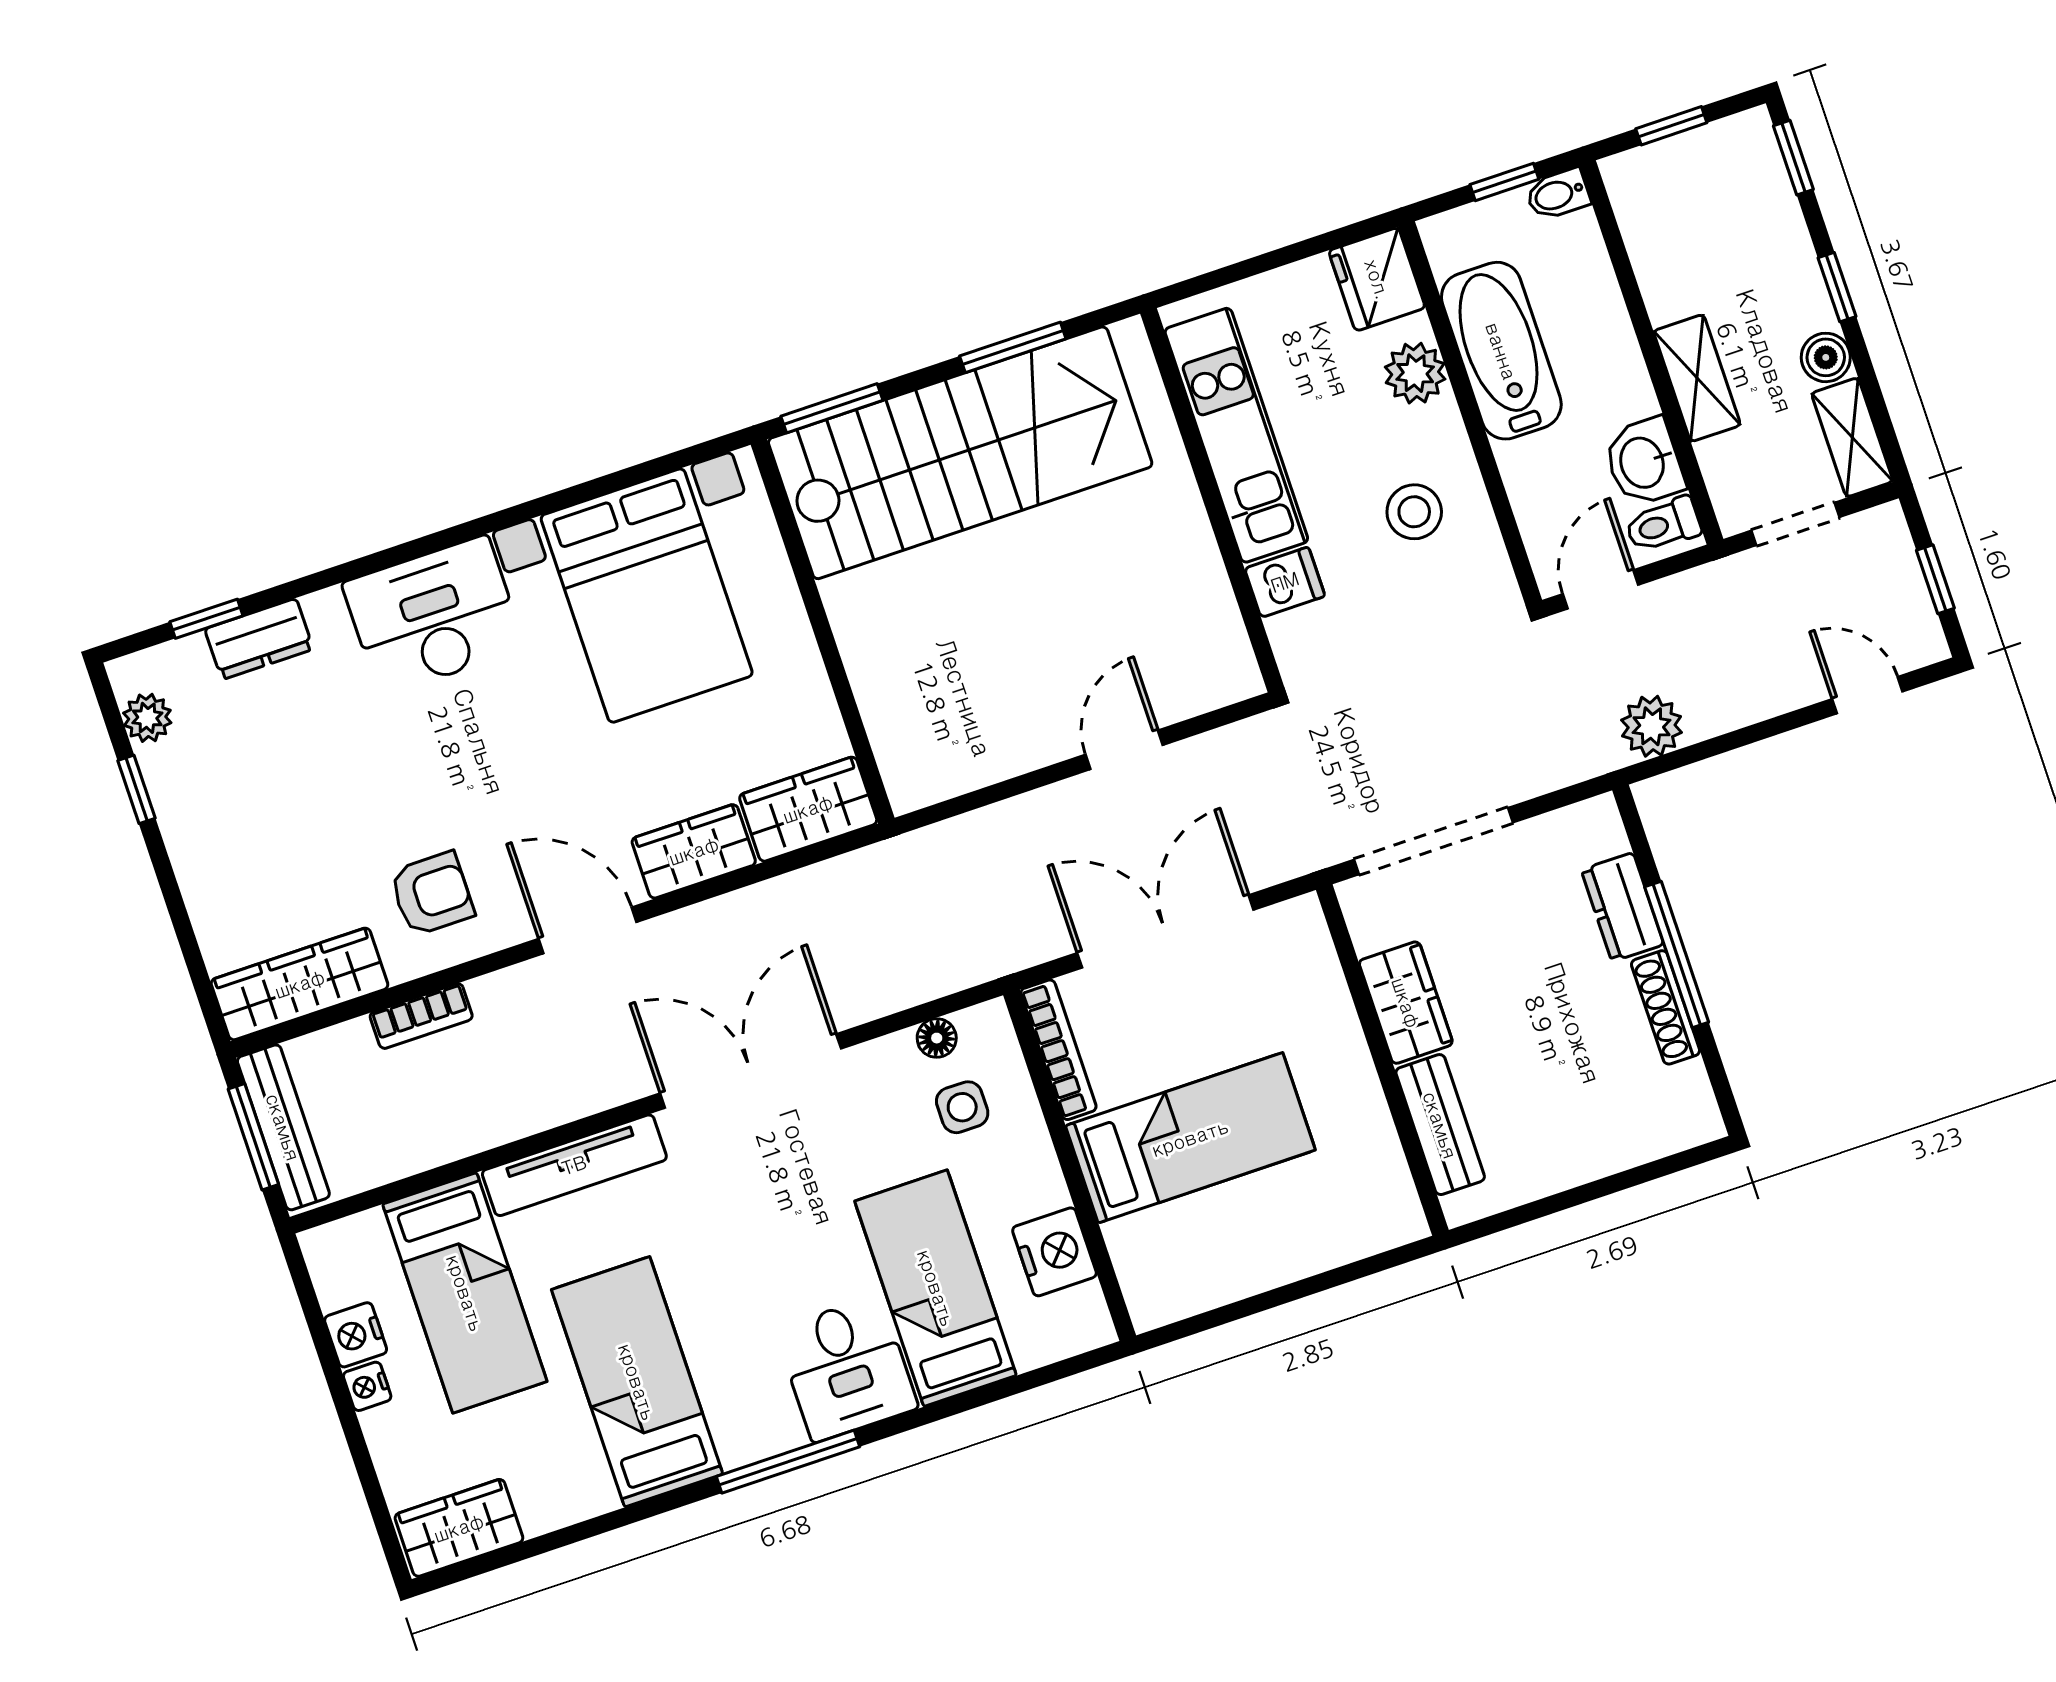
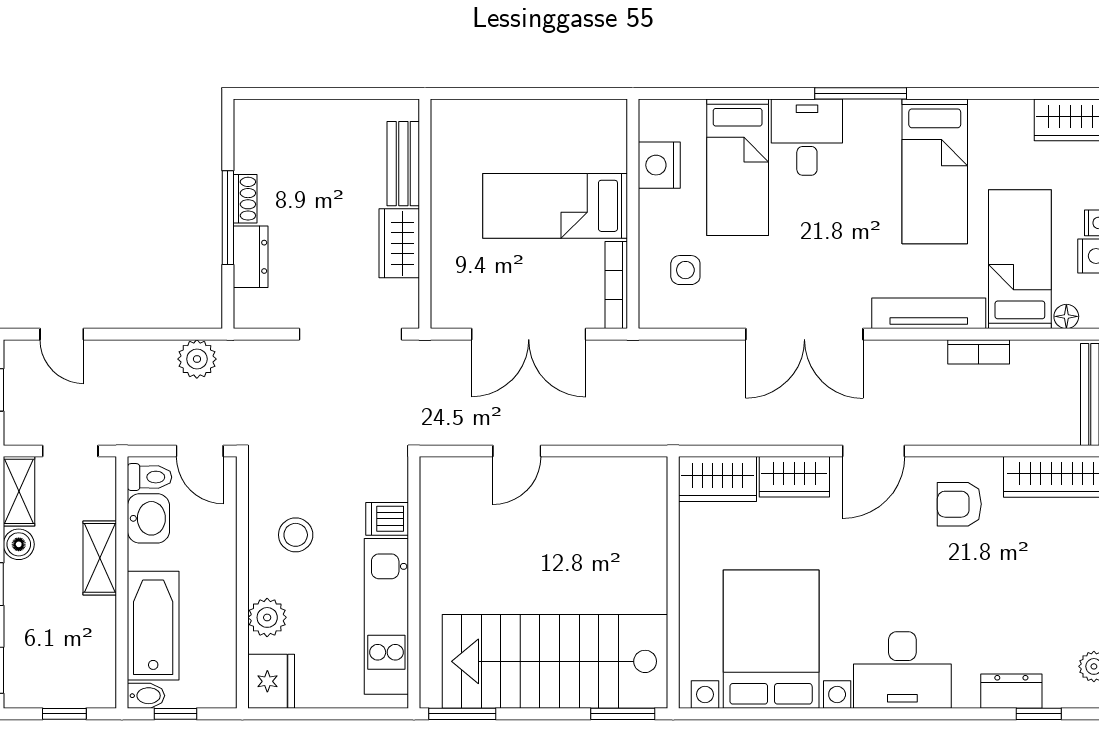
window: (1013, 347) -> (462, 714), moved
bathtub: (1501, 351) -> (153, 626), moved, turned 180
door: (1601, 589) -> (200, 451), hinge flipped
door: (588, 930) -> (874, 451), hinge flipped
shoe rack: (1666, 1007) -> (245, 199), width x0.70
bookcase: (421, 1016) -> (979, 352), moved, turned 180
floor lamp: (937, 1038) -> (1066, 316), moved

